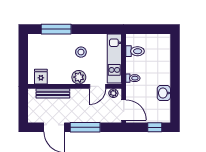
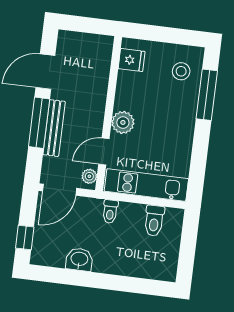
stool: (81, 52) -> (181, 71), moved
door: (98, 86) -> (104, 152), hinge flipped
bench: (53, 93) -> (54, 128), moved

